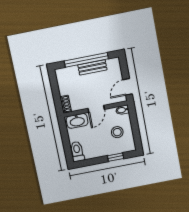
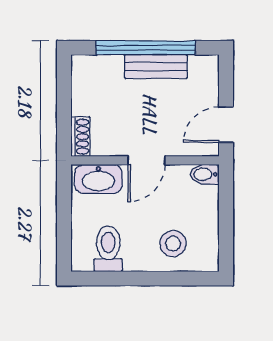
stool: (117, 132) -> (173, 244), moved
toilet: (77, 152) -> (108, 249), moved
window: (116, 157) -> (169, 279), removed

